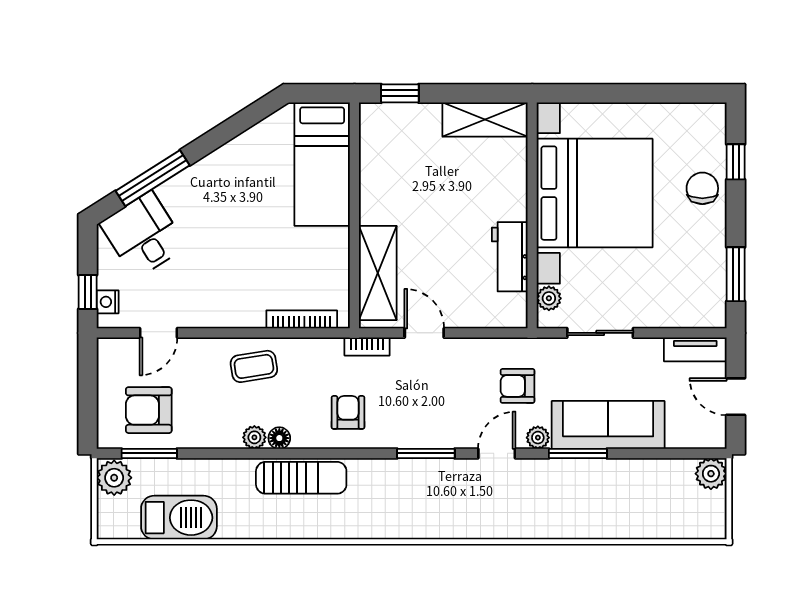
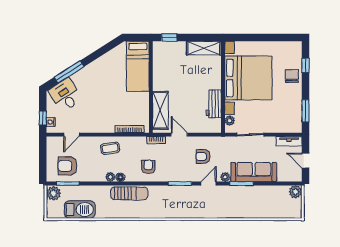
armchair: (518, 386) -> (203, 157), moved

